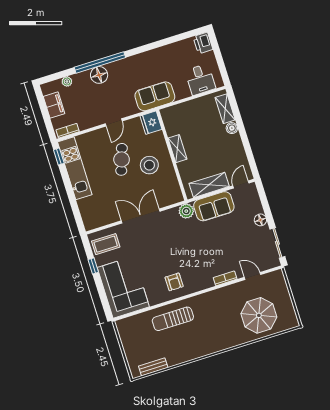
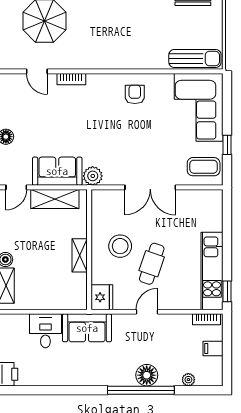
desk: (200, 79) -> (45, 331), moved
filing cabinet: (54, 105) -> (213, 348), width x0.50
sun lounger: (173, 319) -> (195, 59), moved

